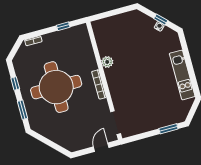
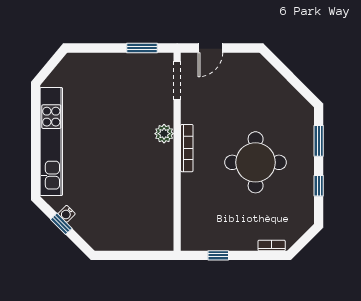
plant: (107, 62) -> (164, 134), moved
kitchen unit: (182, 75) -> (51, 142), width x1.36
round table: (56, 87) -> (256, 162), width x0.73, depth x0.73
window: (168, 129) -> (142, 48), moved

